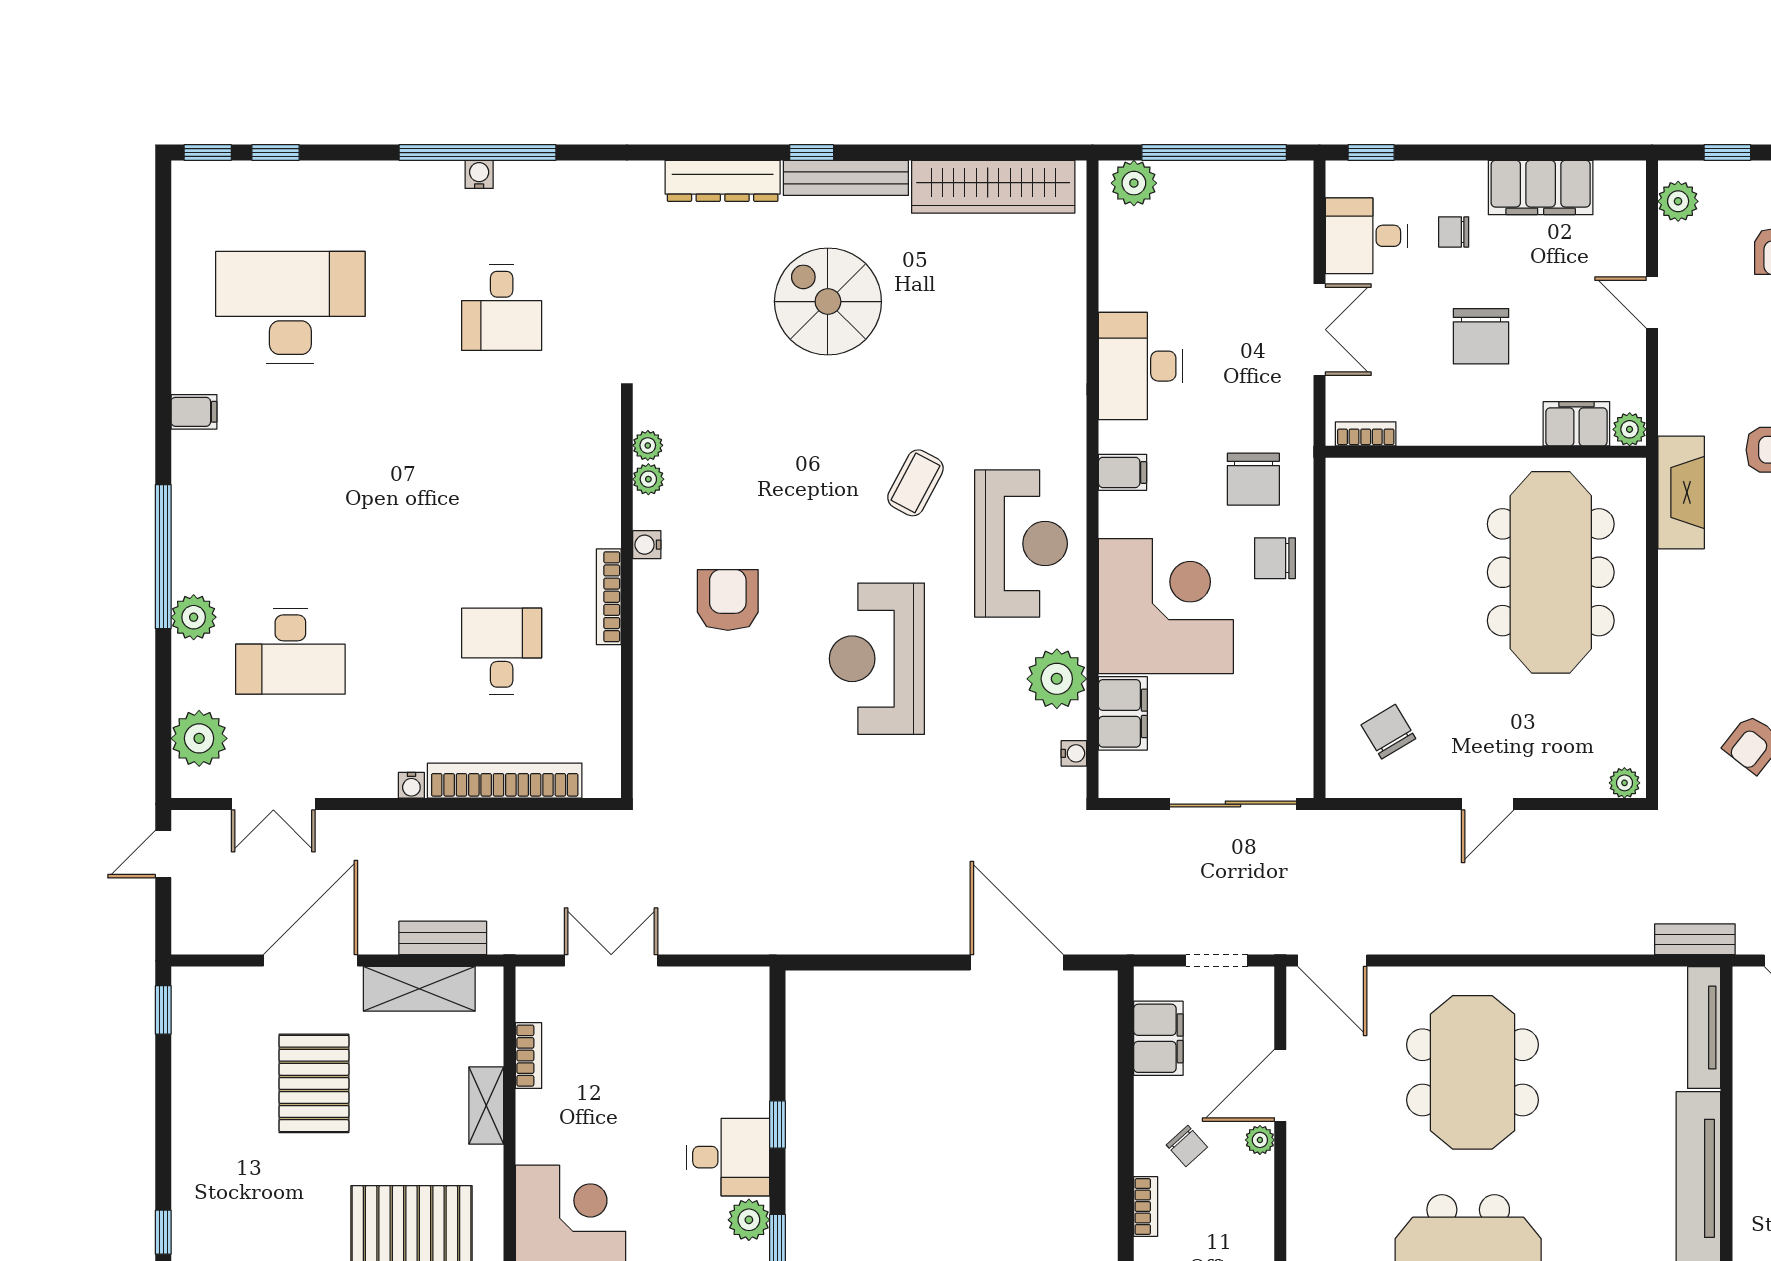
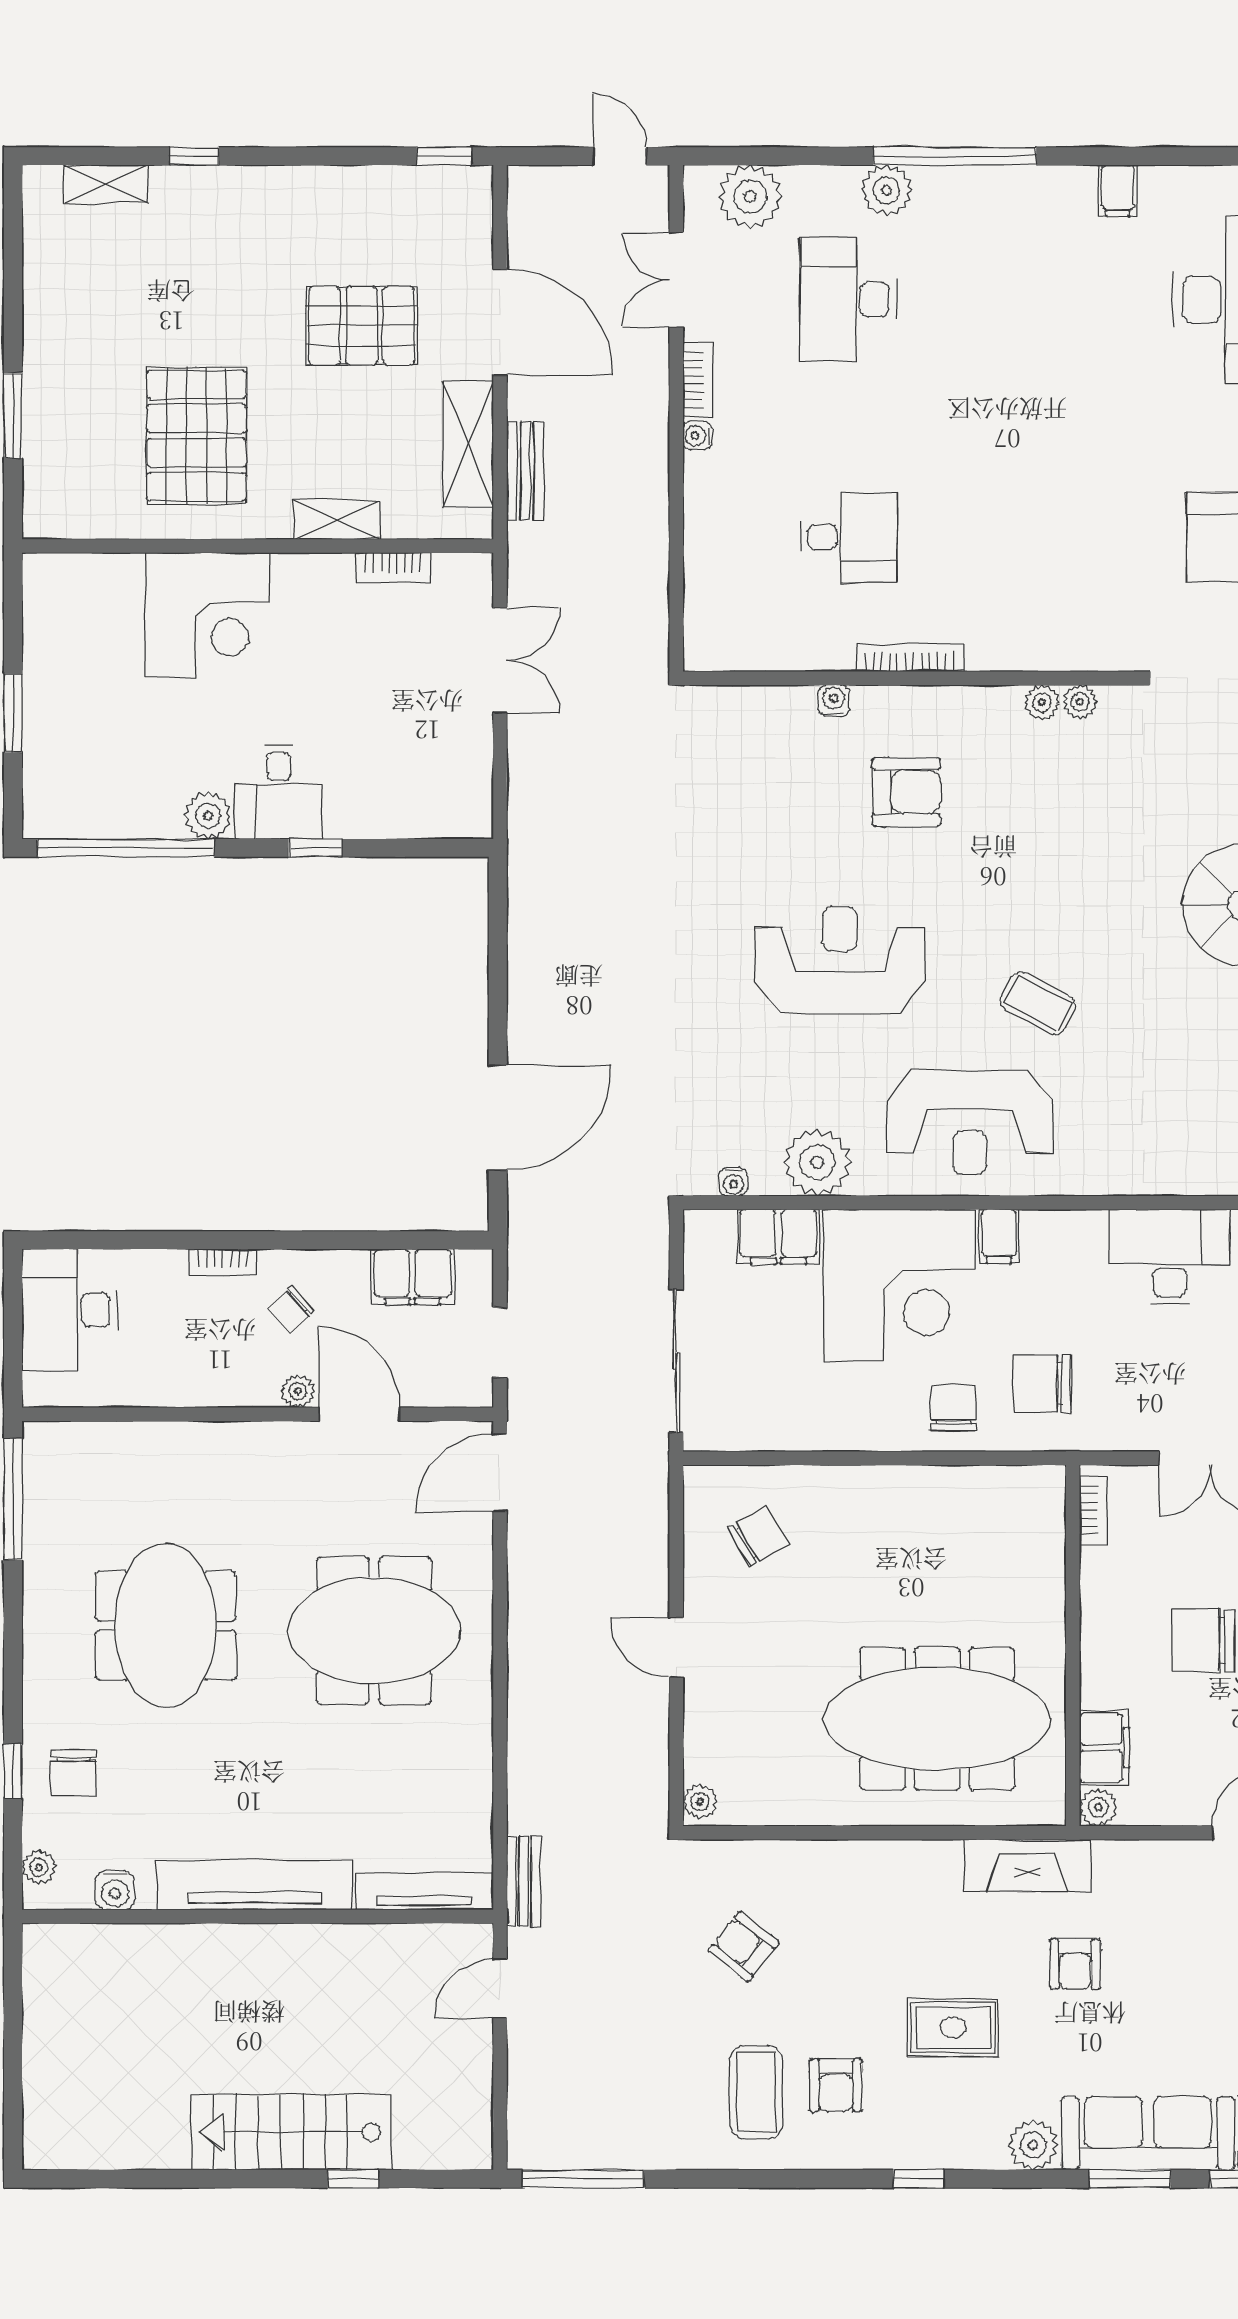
filing cabinet: (1122, 472) -> (999, 1236), moved
water cooler: (647, 545) -> (834, 701), moved
bookcase: (505, 781) -> (698, 380), moved, width x0.43, depth x0.76

